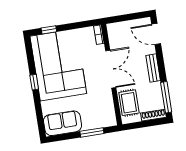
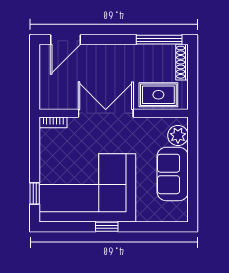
bench: (153, 68) -> (114, 52), removed
plant: (104, 120) -> (178, 135), added
sofa: (63, 123) -> (173, 174), moved
window: (92, 132) -> (193, 155), removed

